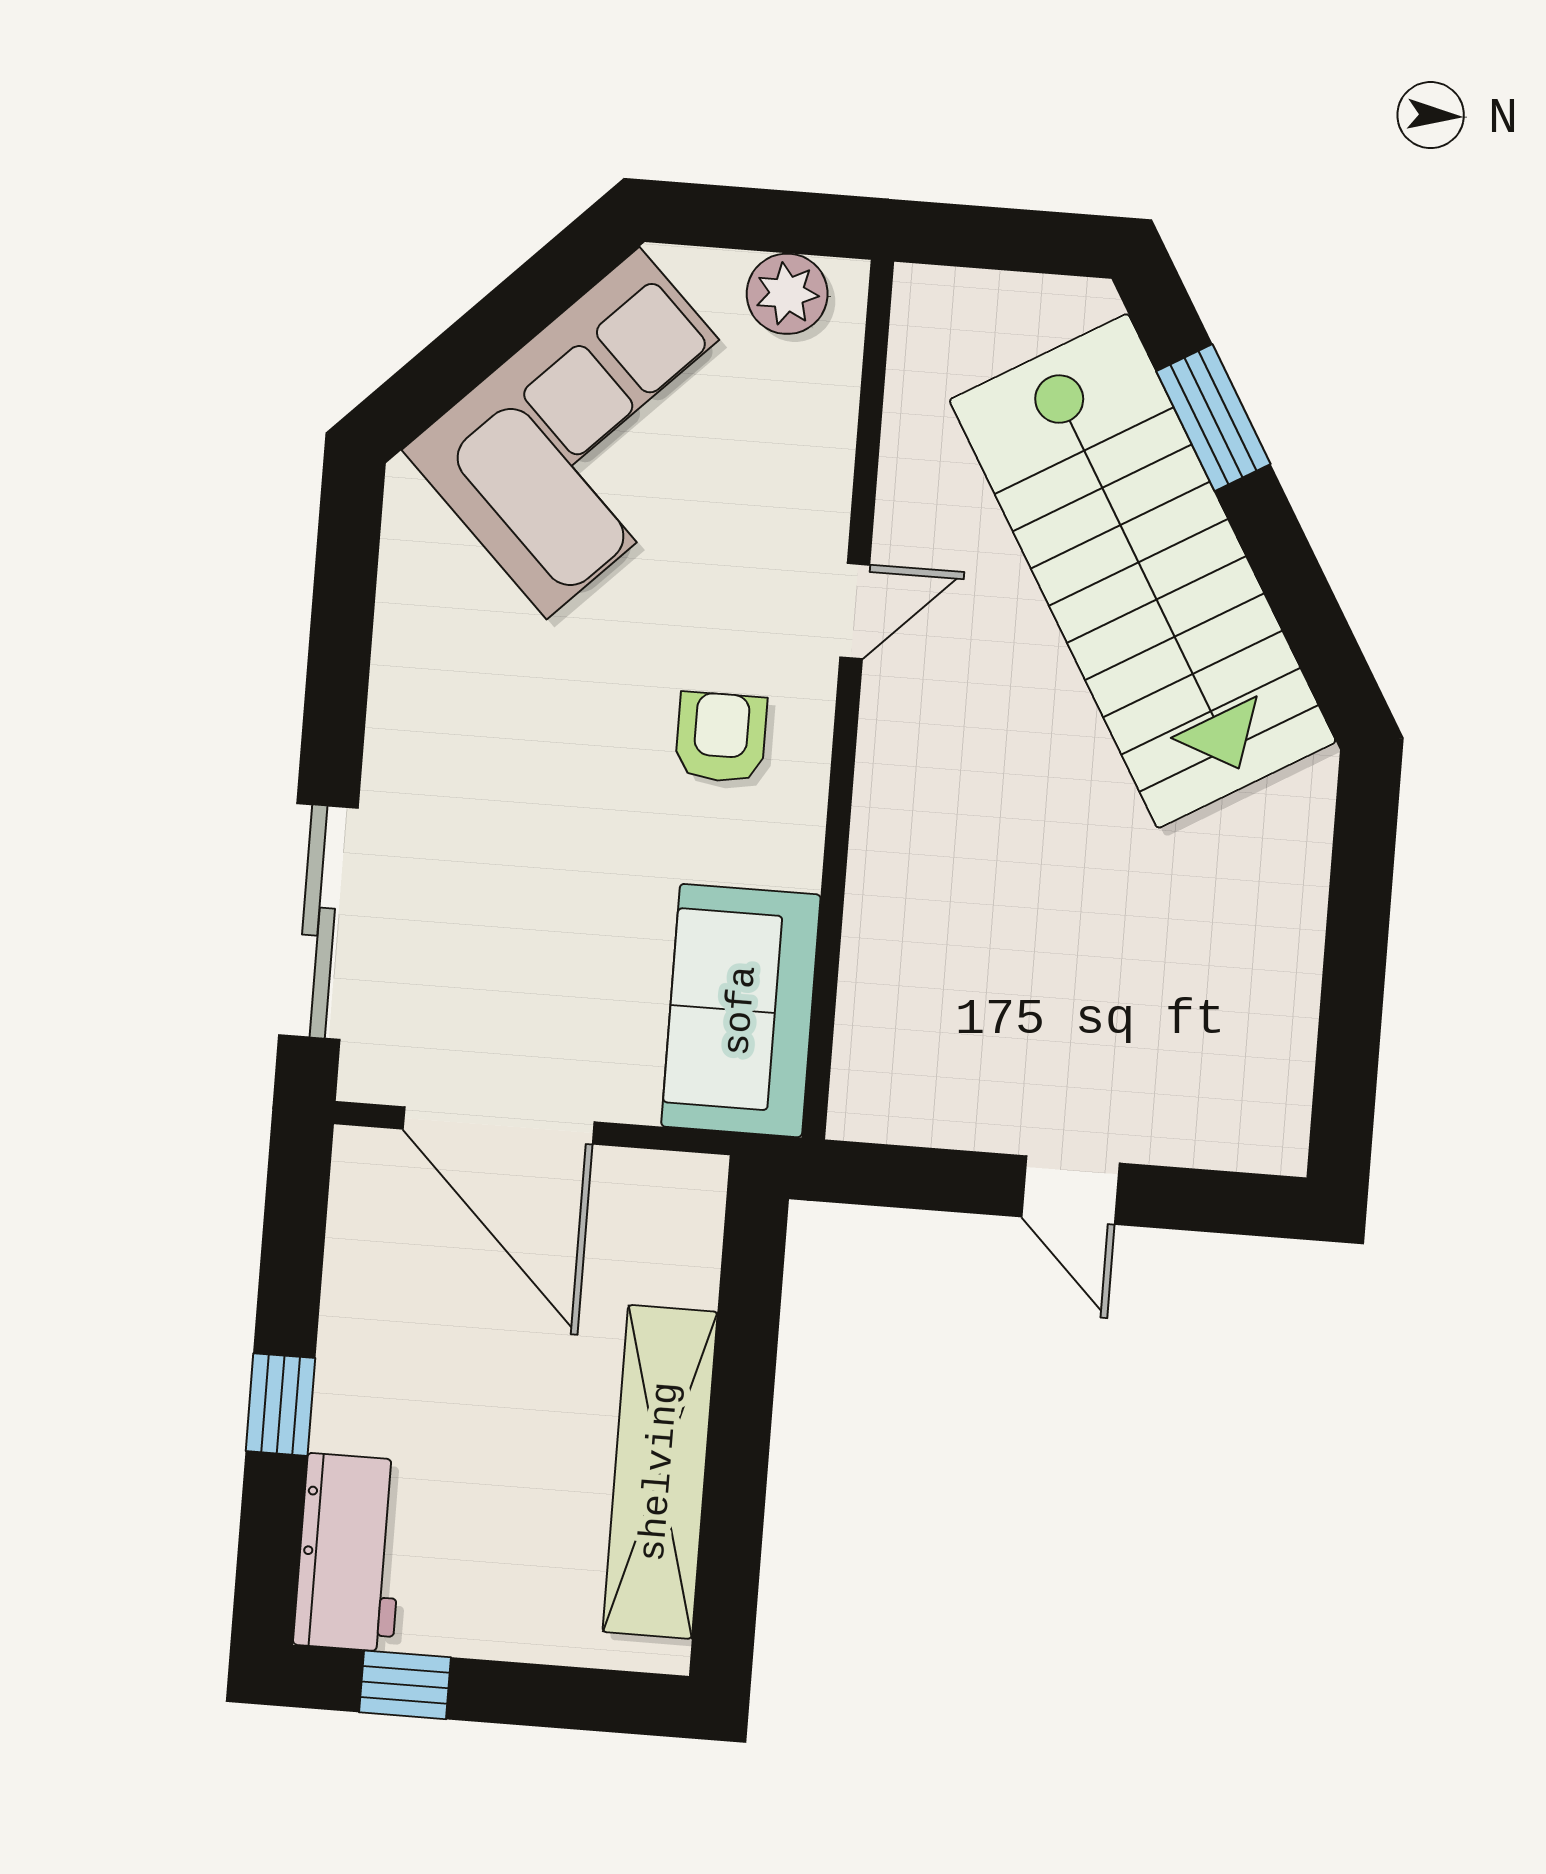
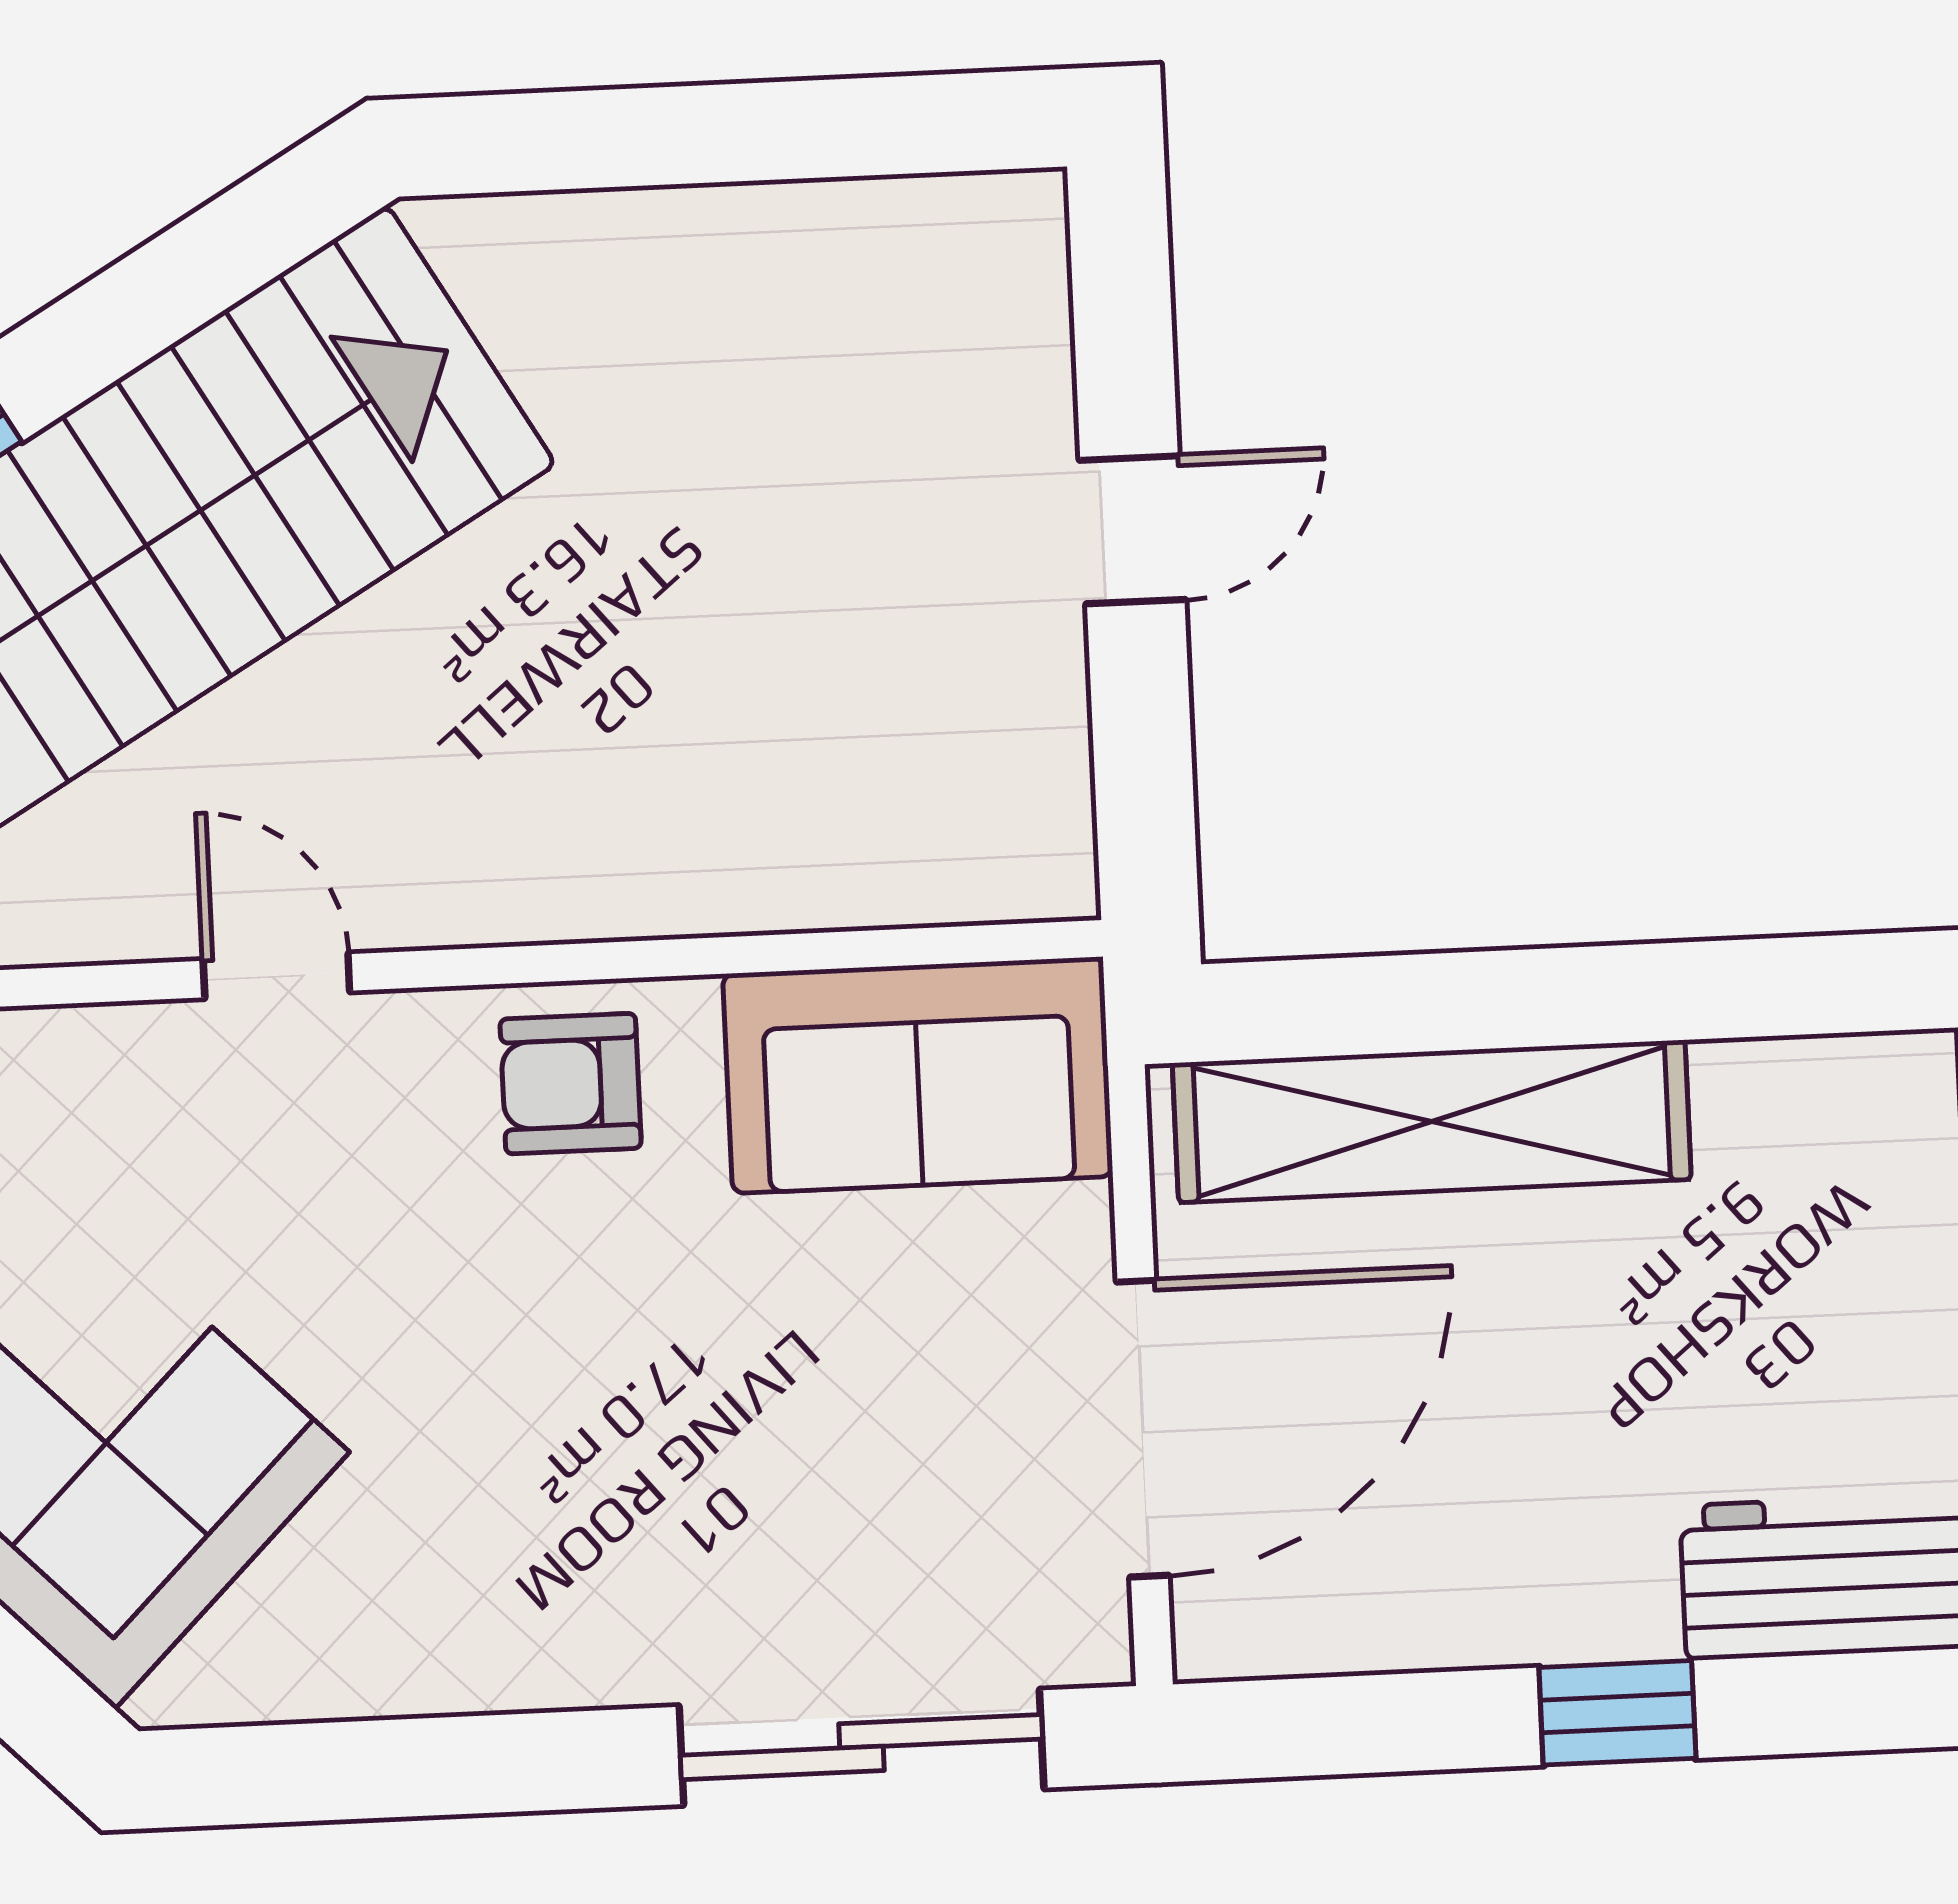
armchair: (721, 737) -> (571, 1084), moved
shelving: (660, 1472) -> (1432, 1121), moved

